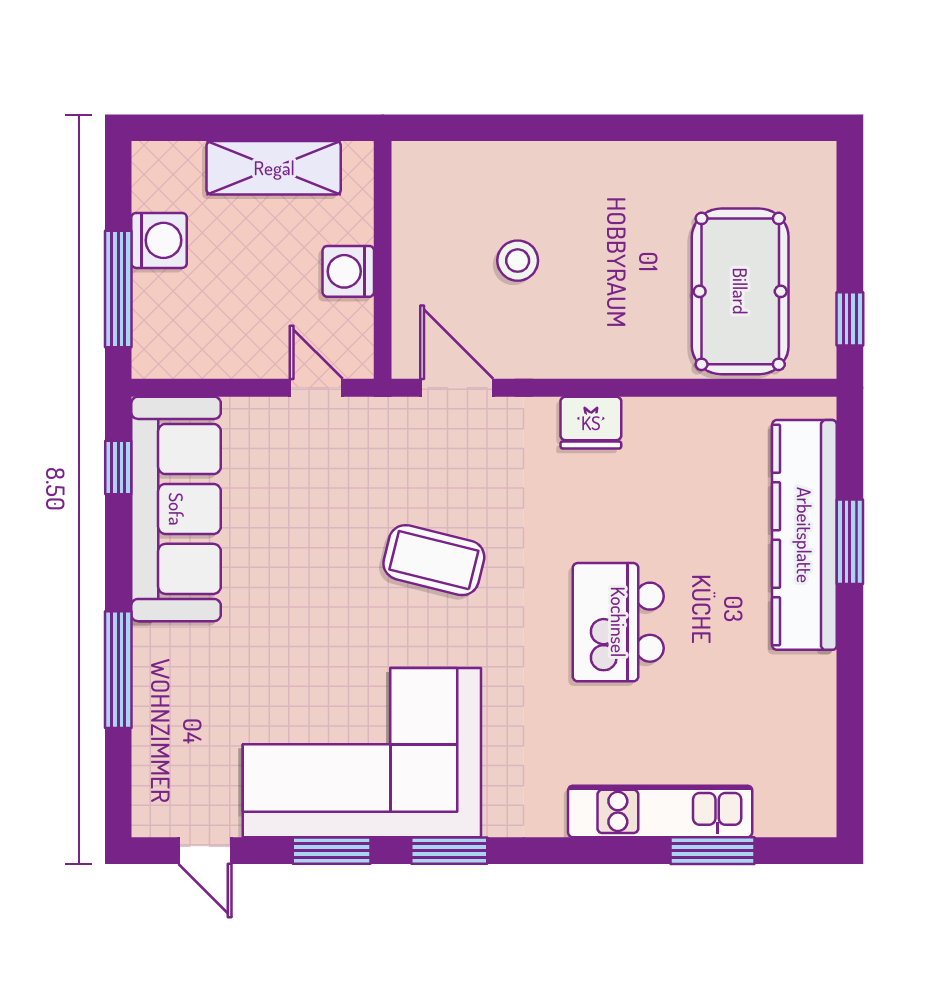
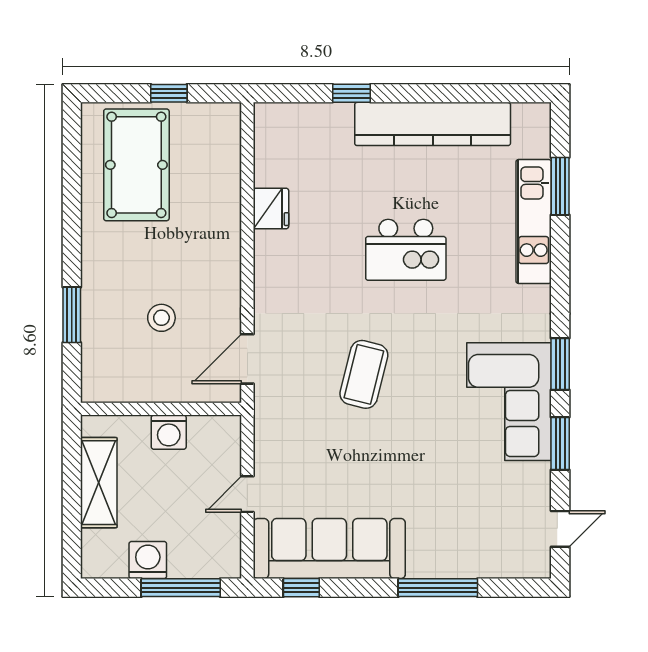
window: (522, 128) -> (72, 315), added
pool table: (740, 291) -> (136, 165), moved, turned 90
window: (850, 319) -> (169, 93), moved
door: (316, 388) -> (247, 494), moved
fridge: (591, 423) -> (271, 208), moved
kitchen counter: (804, 535) -> (433, 124), moved
window: (850, 542) -> (352, 93), width x0.67
corner sofa: (362, 753) -> (509, 402), width x0.73, depth x0.74

